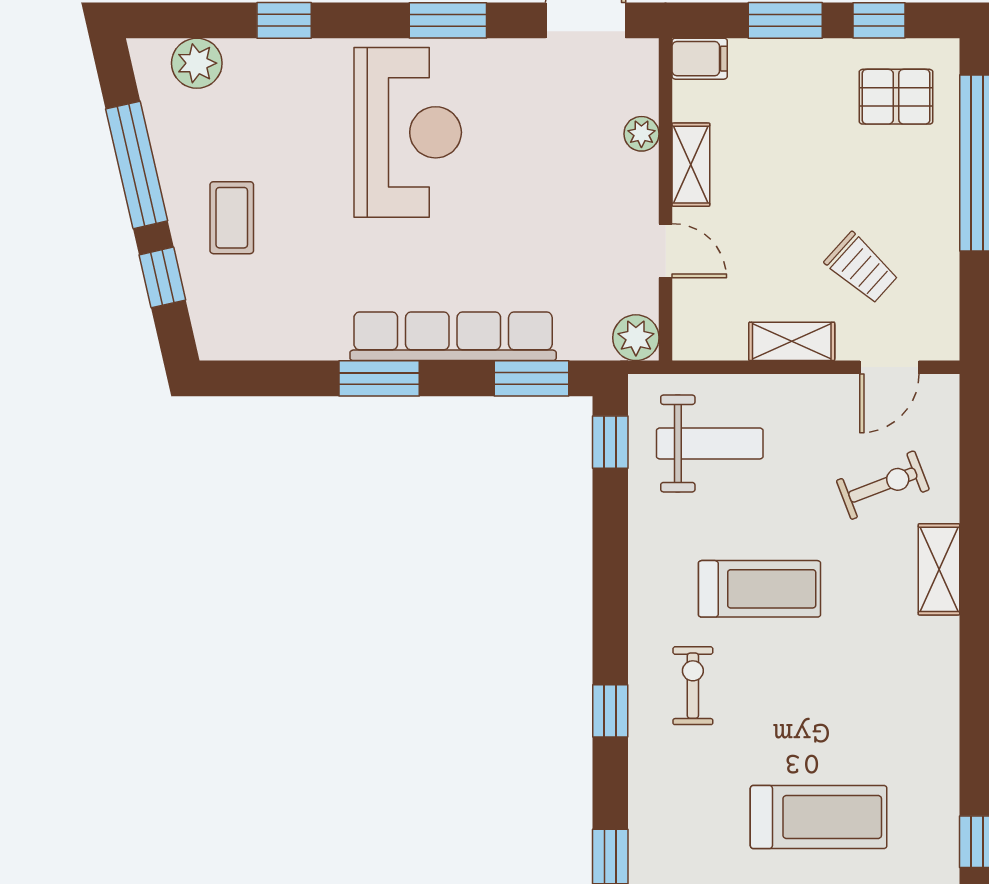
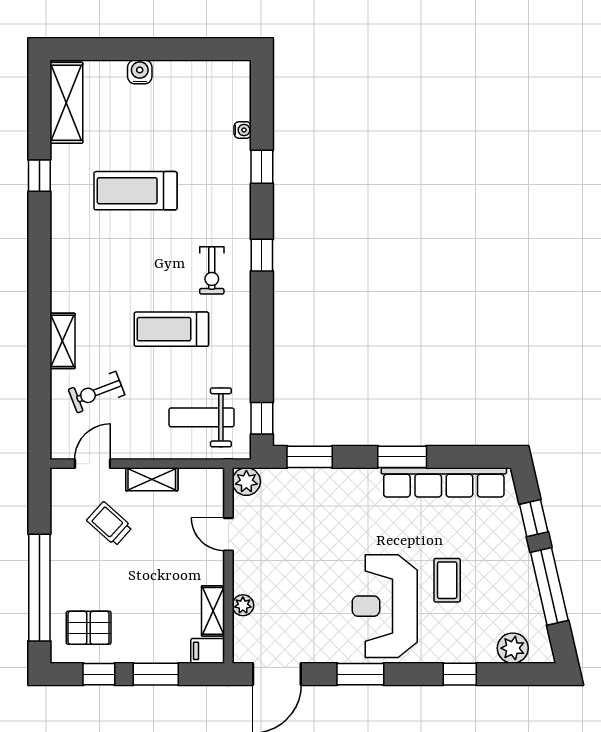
shelving: (691, 165) -> (213, 611), moved
coffee table: (232, 218) -> (447, 580), moved
row of seats: (453, 336) -> (444, 482), moved

